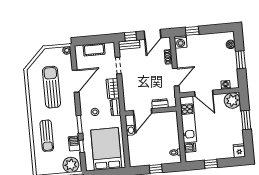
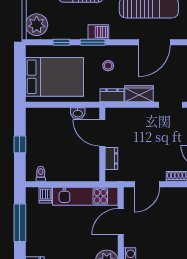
door: (176, 77) -> (147, 184), hinge flipped
door: (76, 81) -> (154, 42), hinge flipped
barbecue: (74, 143) -> (98, 32), moved
window: (211, 164) -> (20, 223), width x2.17

